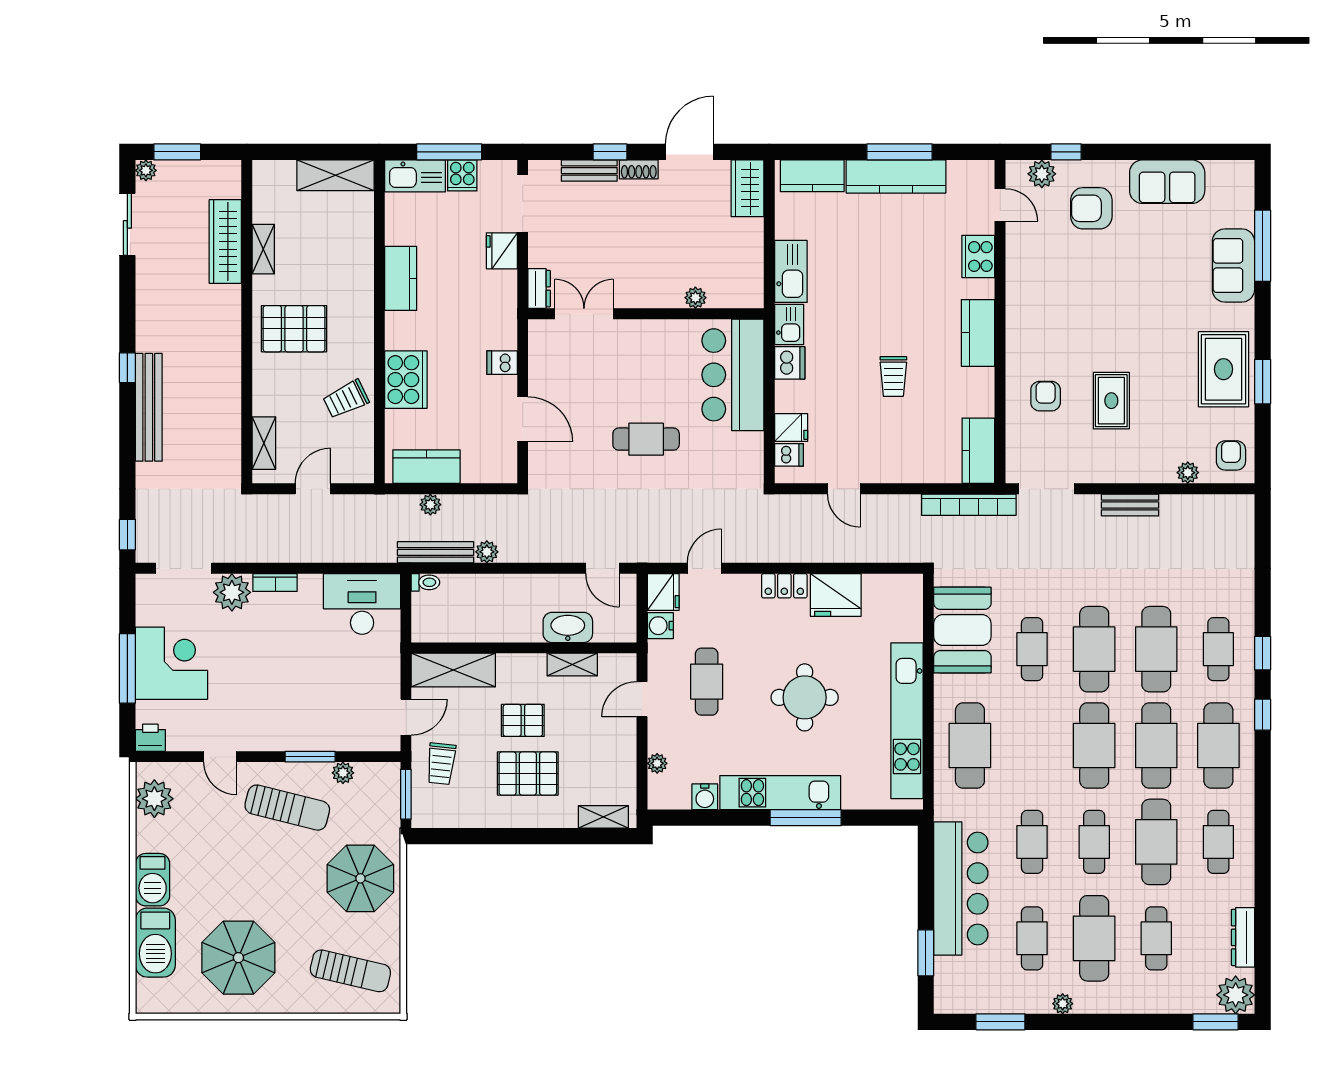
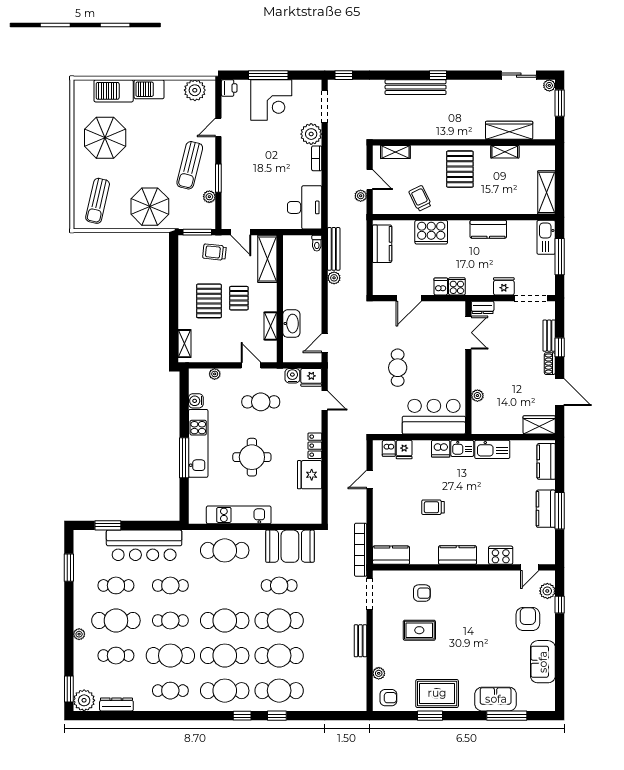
cooker: (462, 175) -> (457, 286), moved, turned 90
kitchen counter: (896, 176) -> (546, 509), width x0.67
plant: (430, 505) -> (361, 196), moved
cafe table: (1218, 649) -> (279, 691), width x1.37, depth x1.35
kitchen unit: (907, 721) -> (239, 515), width x0.73
plant: (1063, 1004) -> (79, 634), moved

